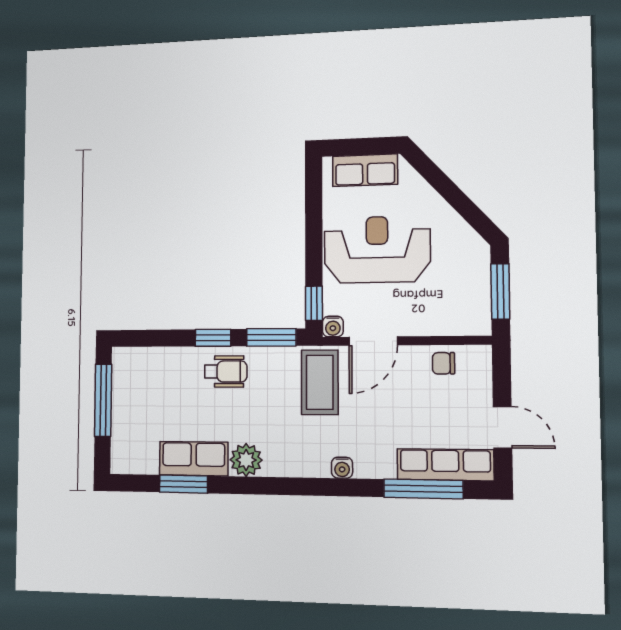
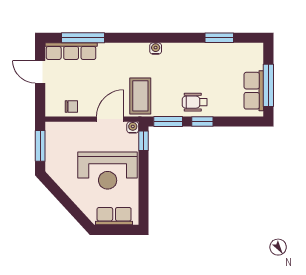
row of seats: (194, 459) -> (254, 91), moved, turned 90
plant: (246, 460) -> (183, 52), removed
water cooler: (342, 468) -> (156, 49), moved

